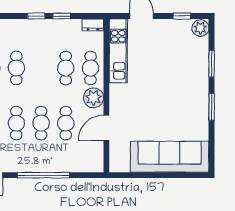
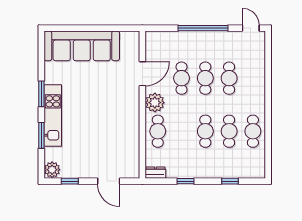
window: (36, 16) -> (230, 181), moved
kitchen unit: (118, 51) -> (53, 116), moved, turned 180
cafe table: (66, 68) -> (205, 131), moved

